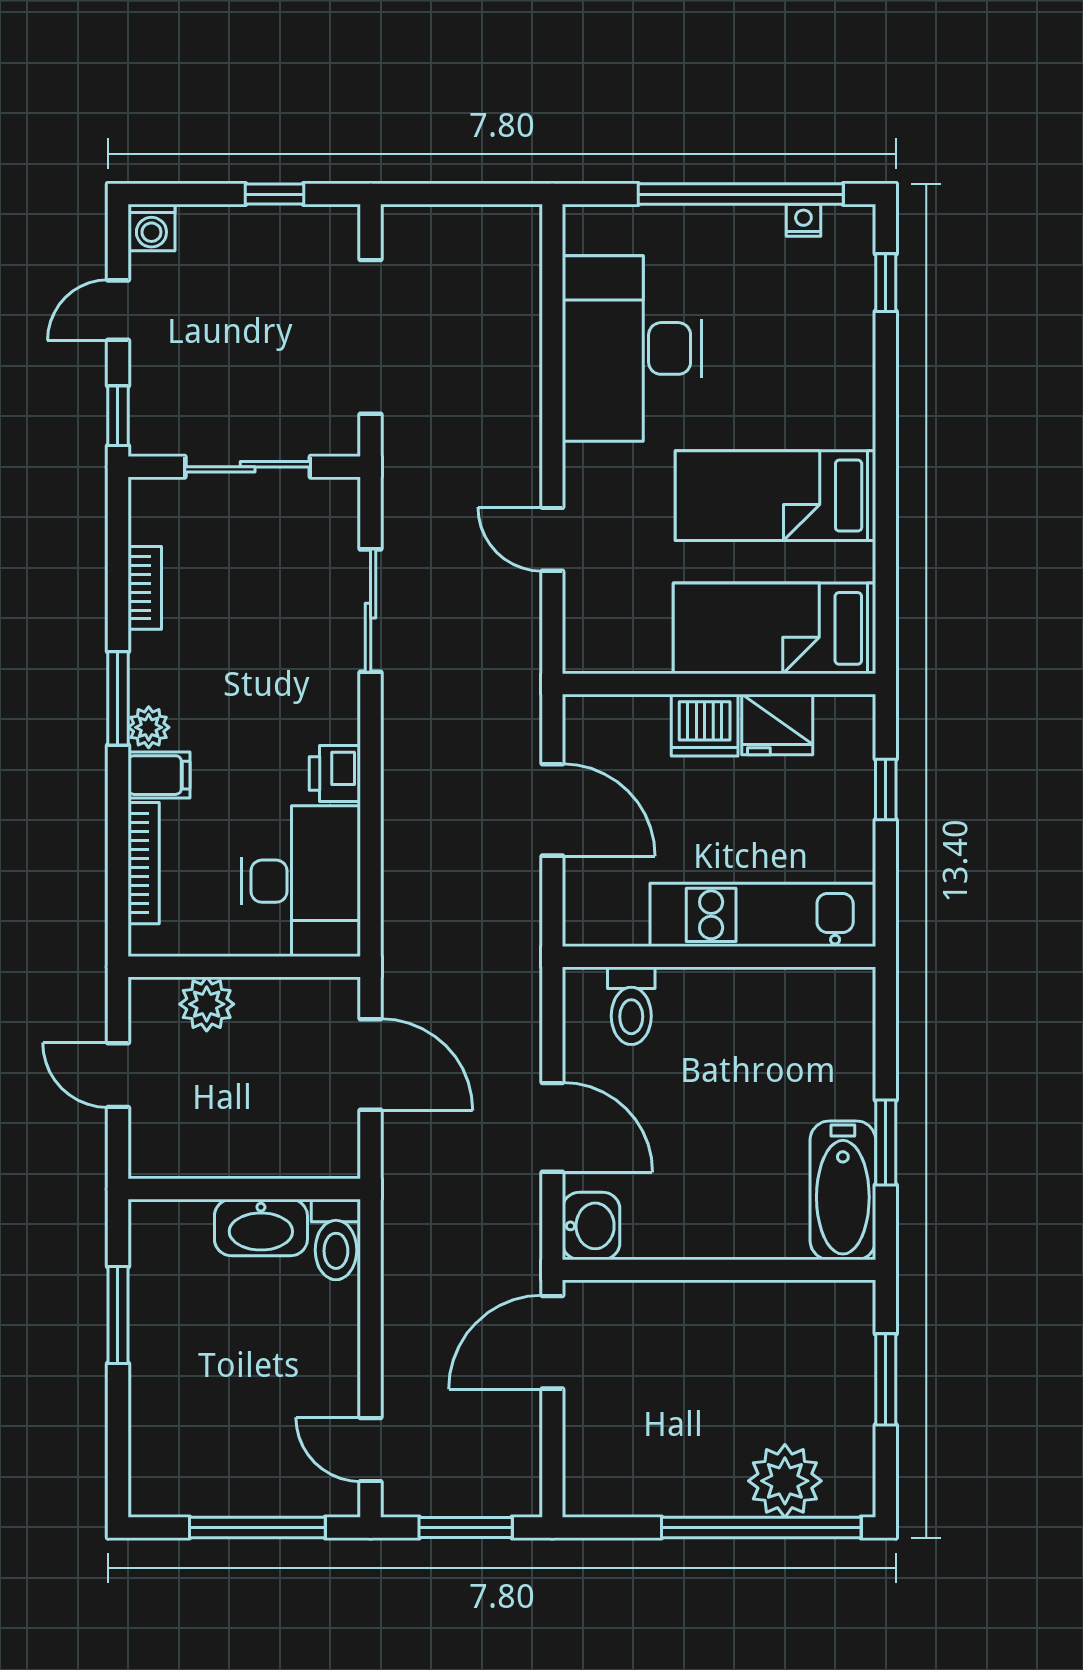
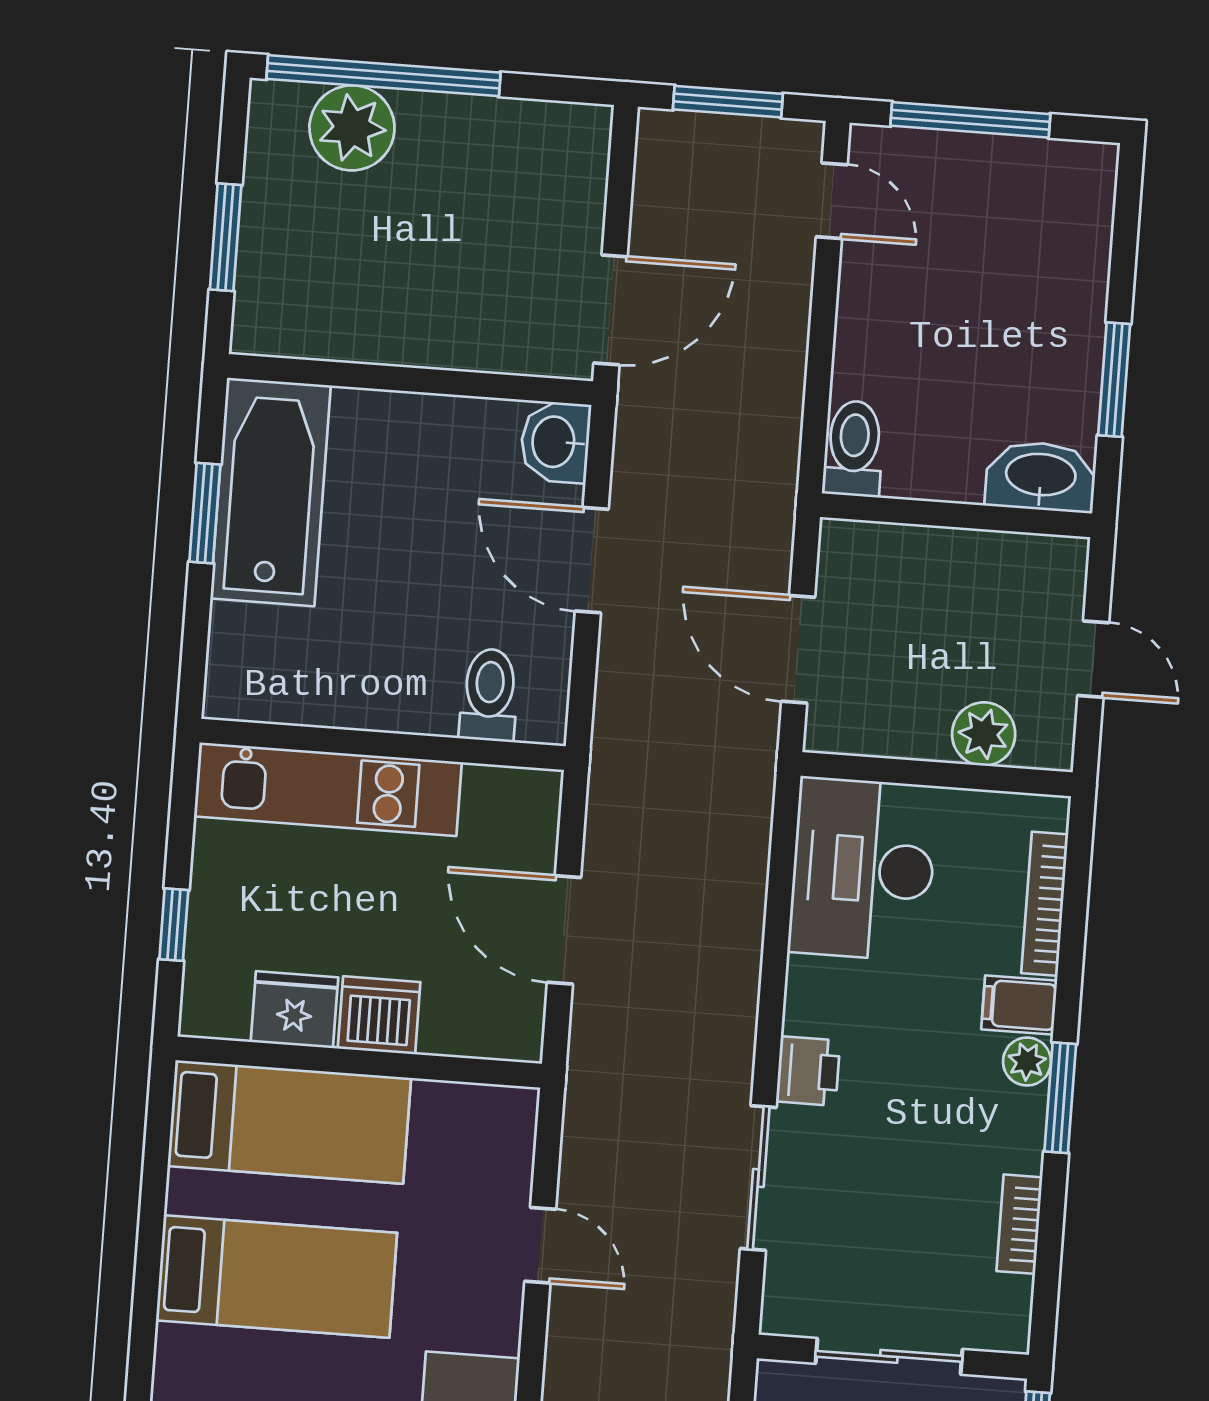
printer: (335, 773) -> (808, 1071), moved
bathtub: (843, 1190) -> (271, 492), width x1.36, depth x1.36
washbasin: (261, 1228) -> (1041, 477), moved

